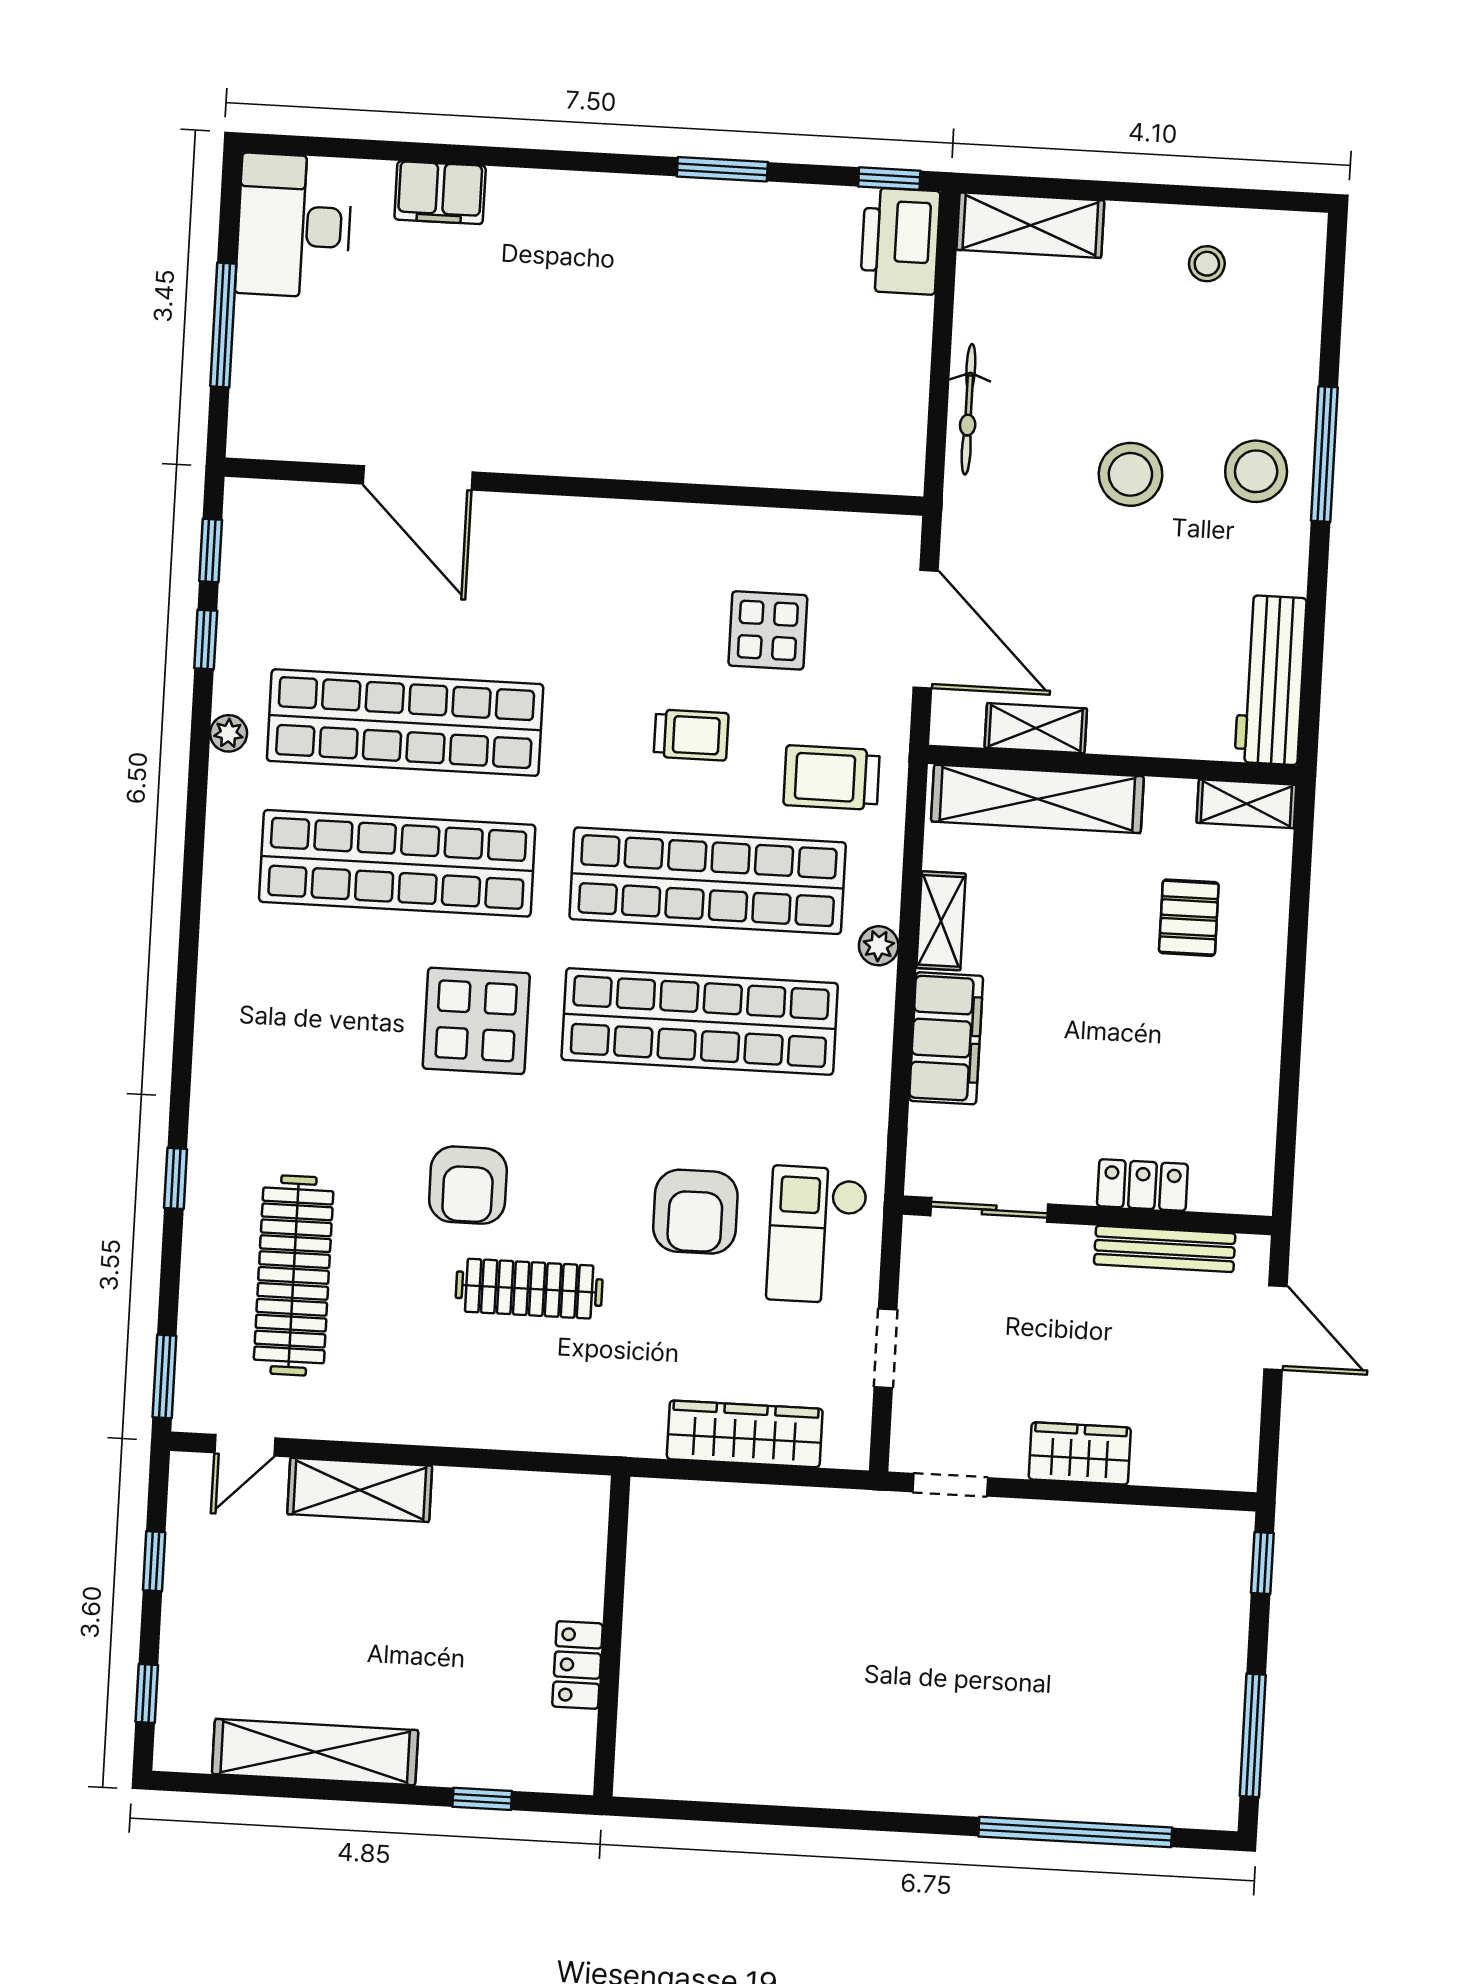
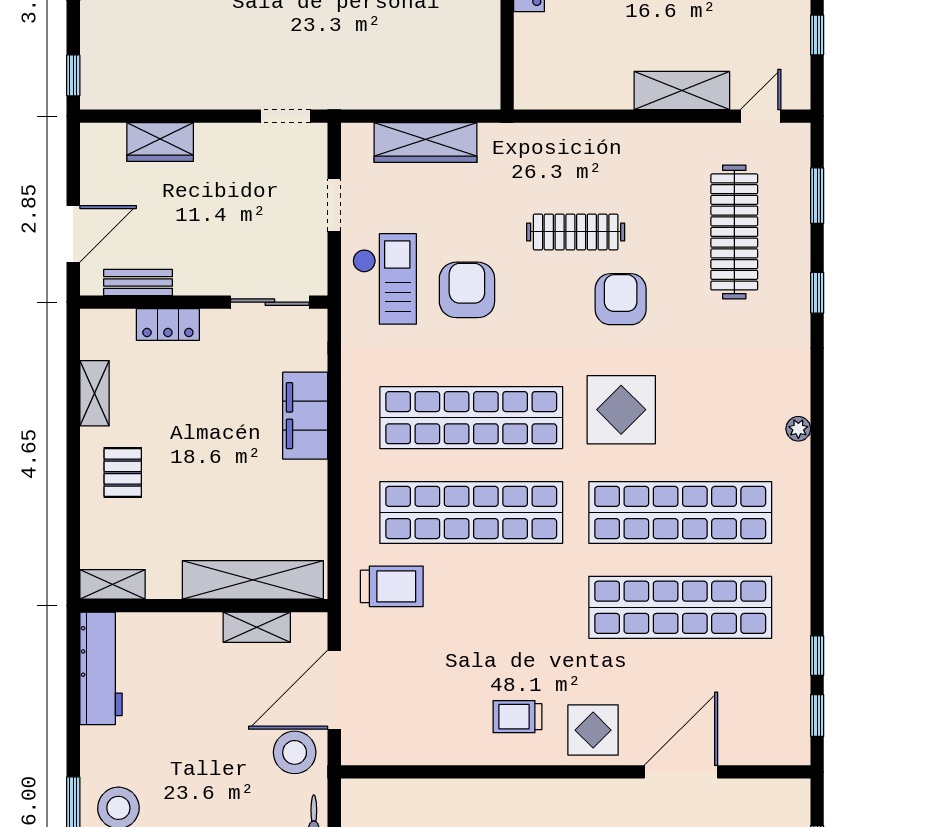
stool: (1130, 474) -> (295, 752), moved
door: (418, 478) -> (681, 772), hinge flipped
door: (926, 629) -> (334, 690), hinge flipped
display table: (768, 630) -> (593, 730), moved
plant: (229, 733) -> (798, 429), moved
trolley: (691, 735) -> (517, 717), moved
pallet: (1189, 918) -> (123, 473), moved
shelving: (941, 921) -> (94, 393), moved
plant: (879, 946) -> (354, 475), removed
bench: (1165, 1249) -> (138, 282), width x0.73
door: (1276, 1328) -> (73, 234), swing flipped
window: (164, 1376) -> (817, 196), moved
wardrobe: (1080, 1453) -> (160, 142), moved

